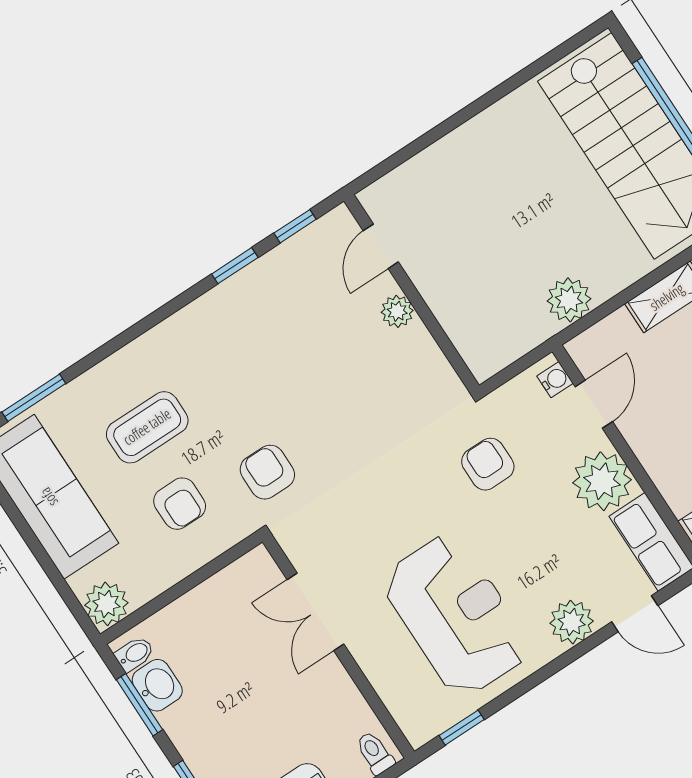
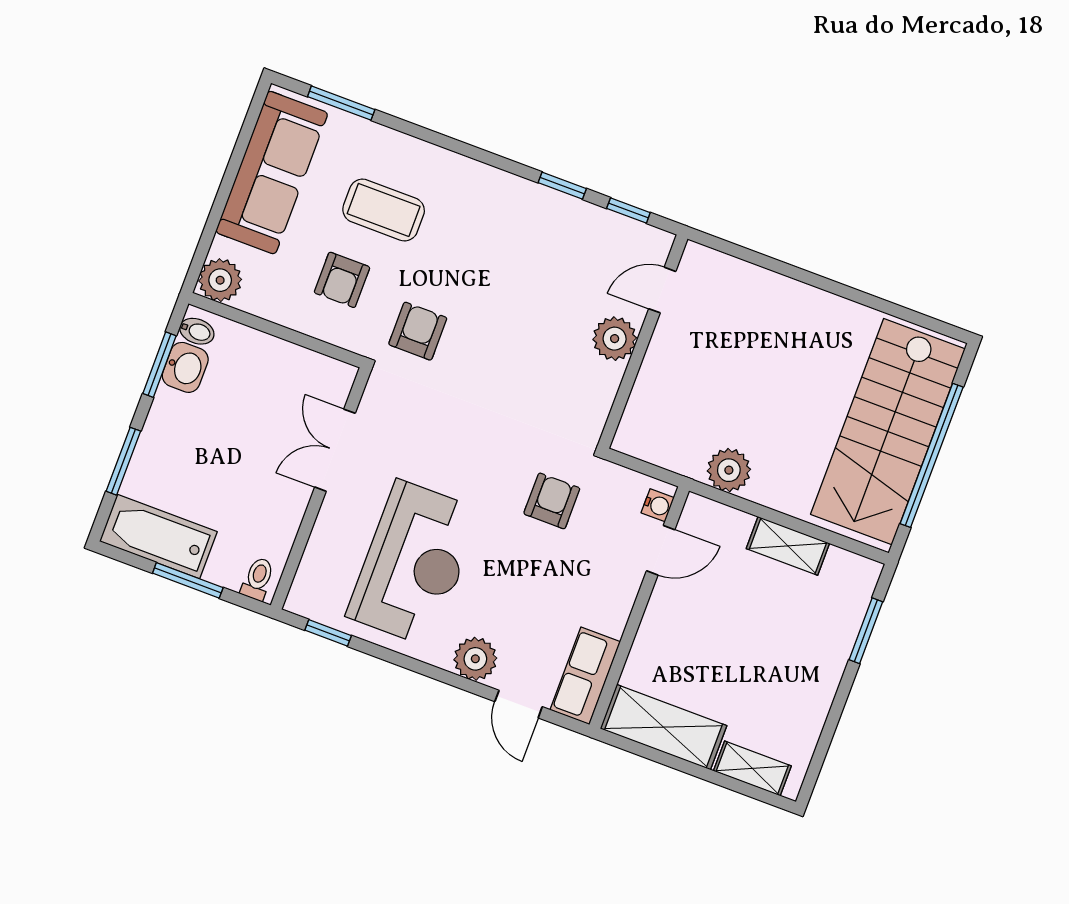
plant: (397, 311) -> (615, 339), width x1.38, depth x1.38
plant: (602, 481) -> (604, 601), removed

